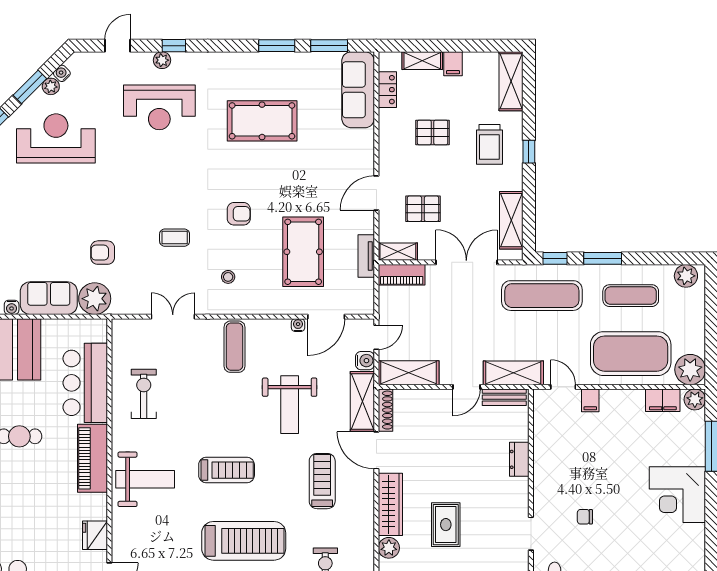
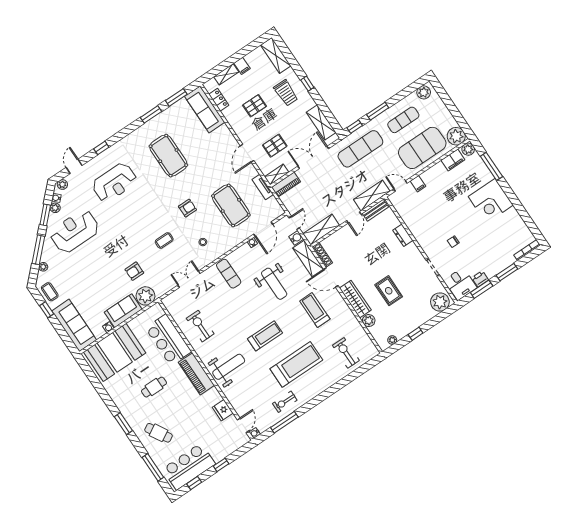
plant: (162, 60) -> (62, 184), moved
pool table: (262, 121) -> (168, 156), turned 90

